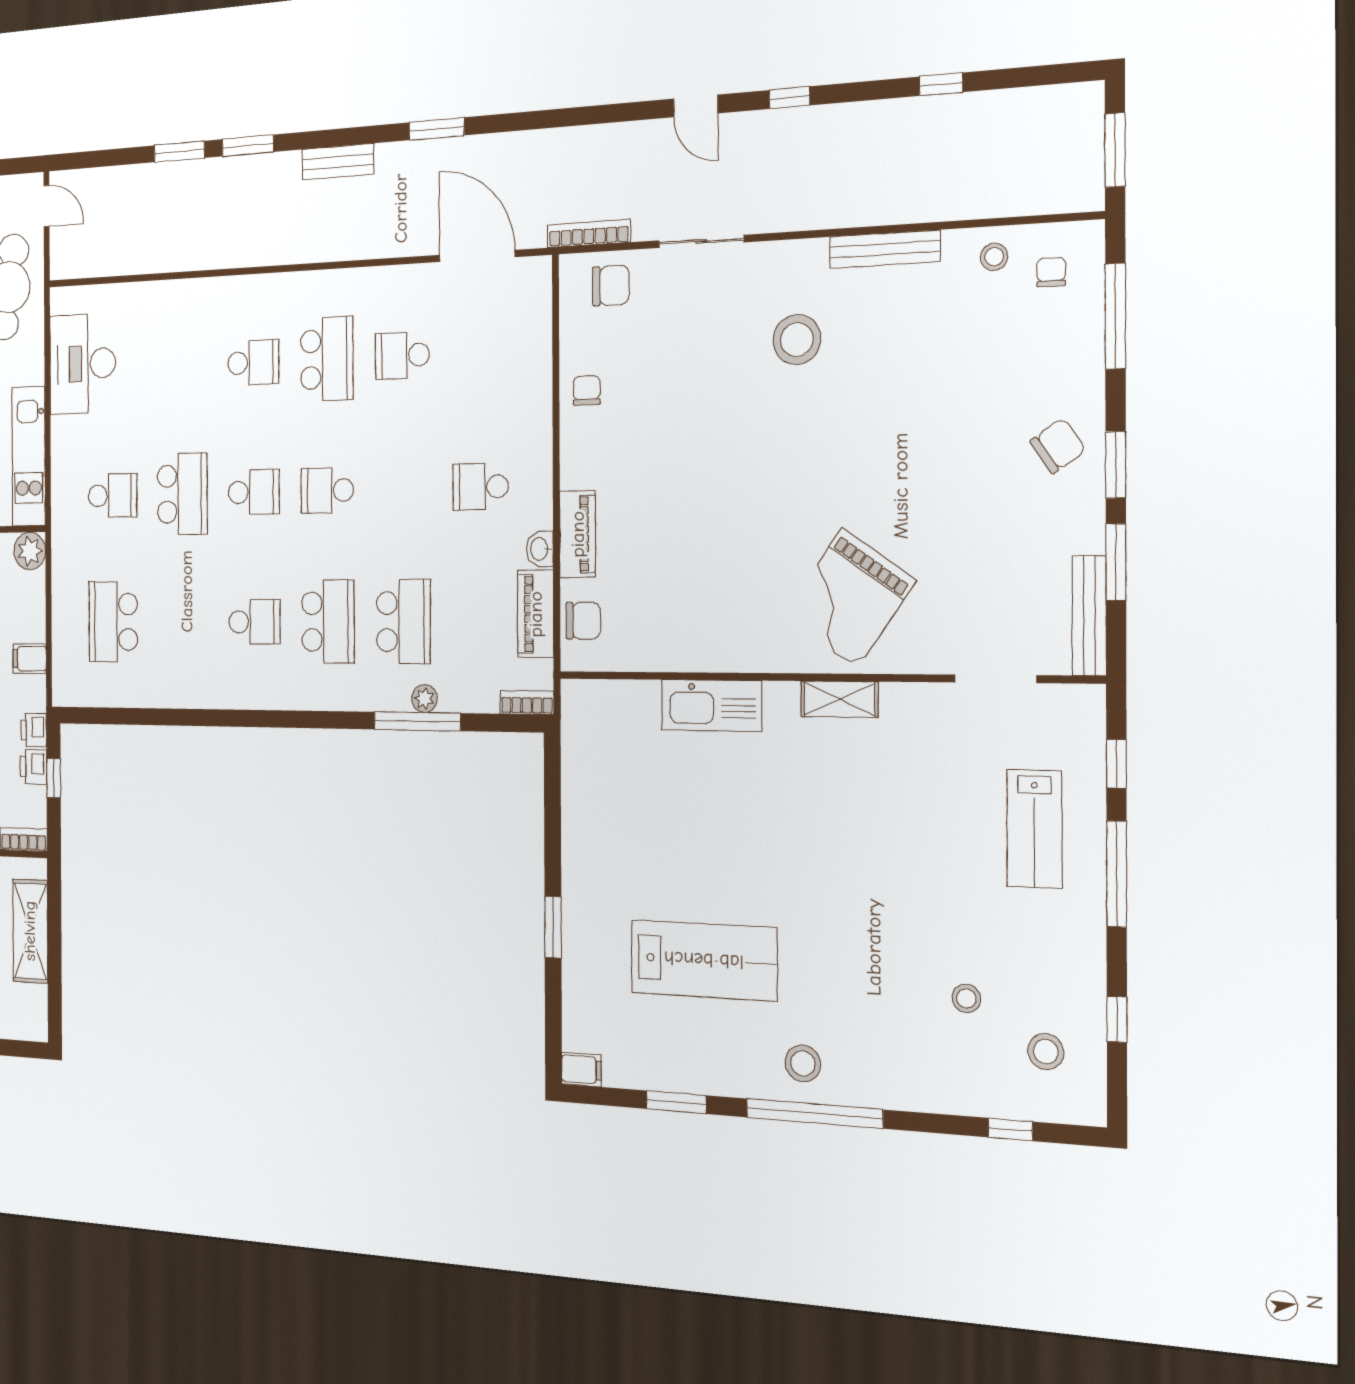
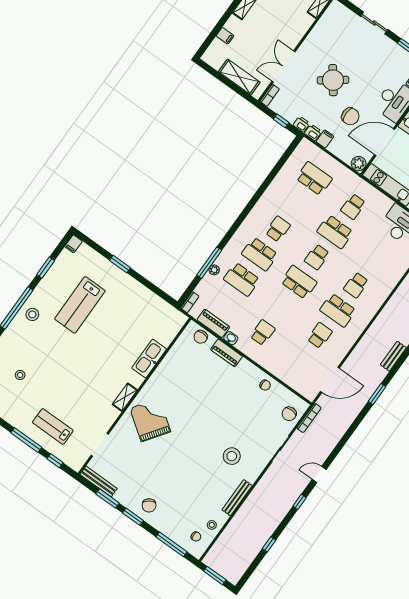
school desk: (327, 490) -> (299, 282), width x1.85
school desk: (254, 622) -> (278, 229), turned 180
printer: (34, 767) -> (313, 132), moved

